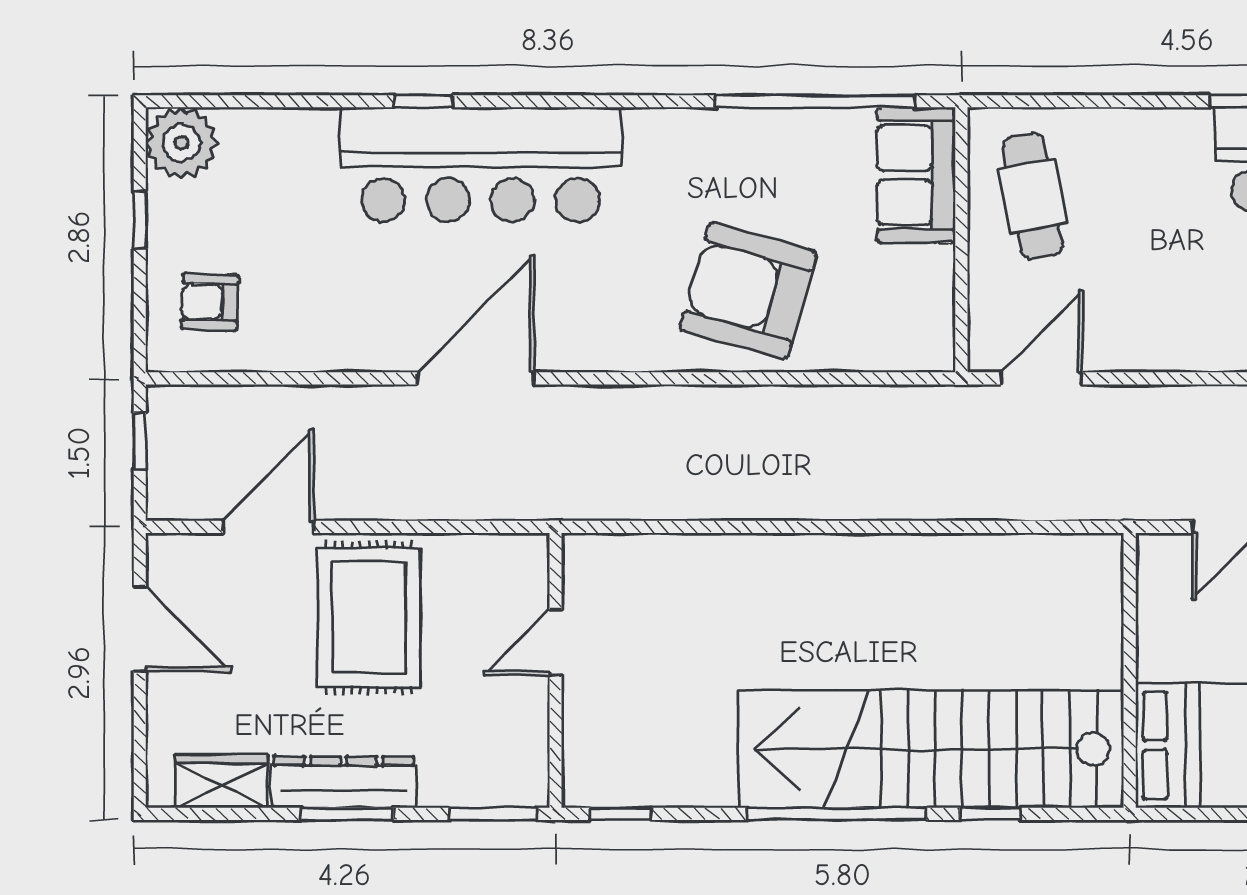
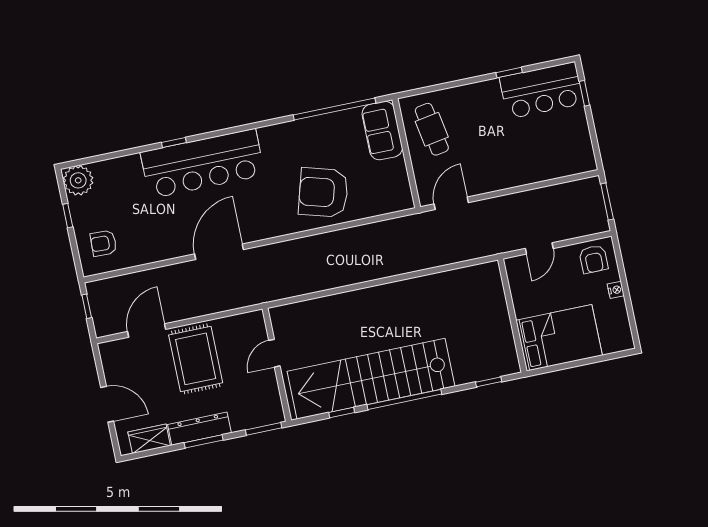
door: (140, 629) -> (107, 404), moved
stairs: (931, 749) -> (371, 379), moved
window: (620, 814) -> (342, 413), moved
window: (990, 814) -> (489, 382), moved

